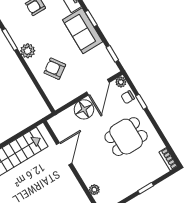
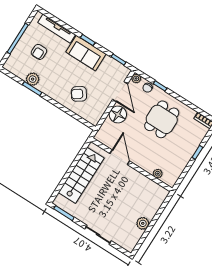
plant: (28, 51) -> (33, 79), moved

